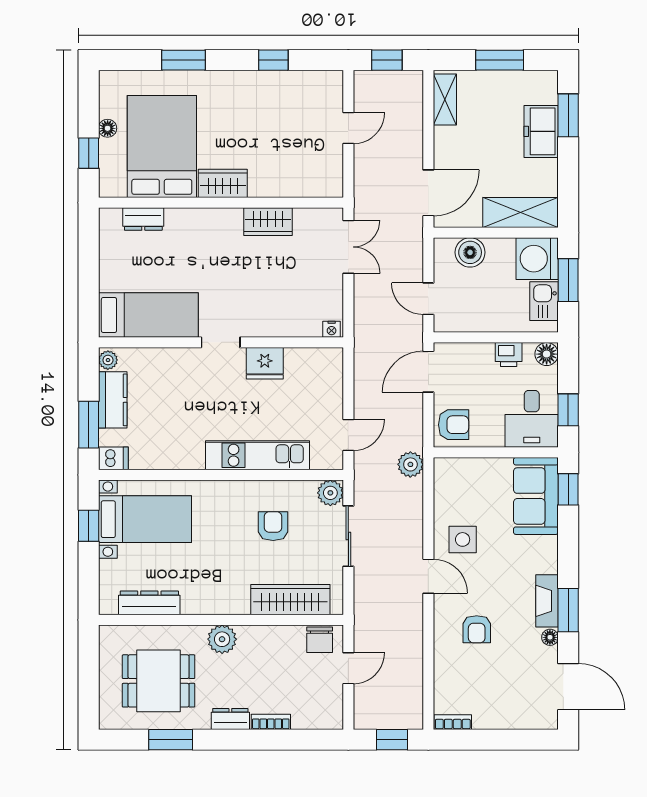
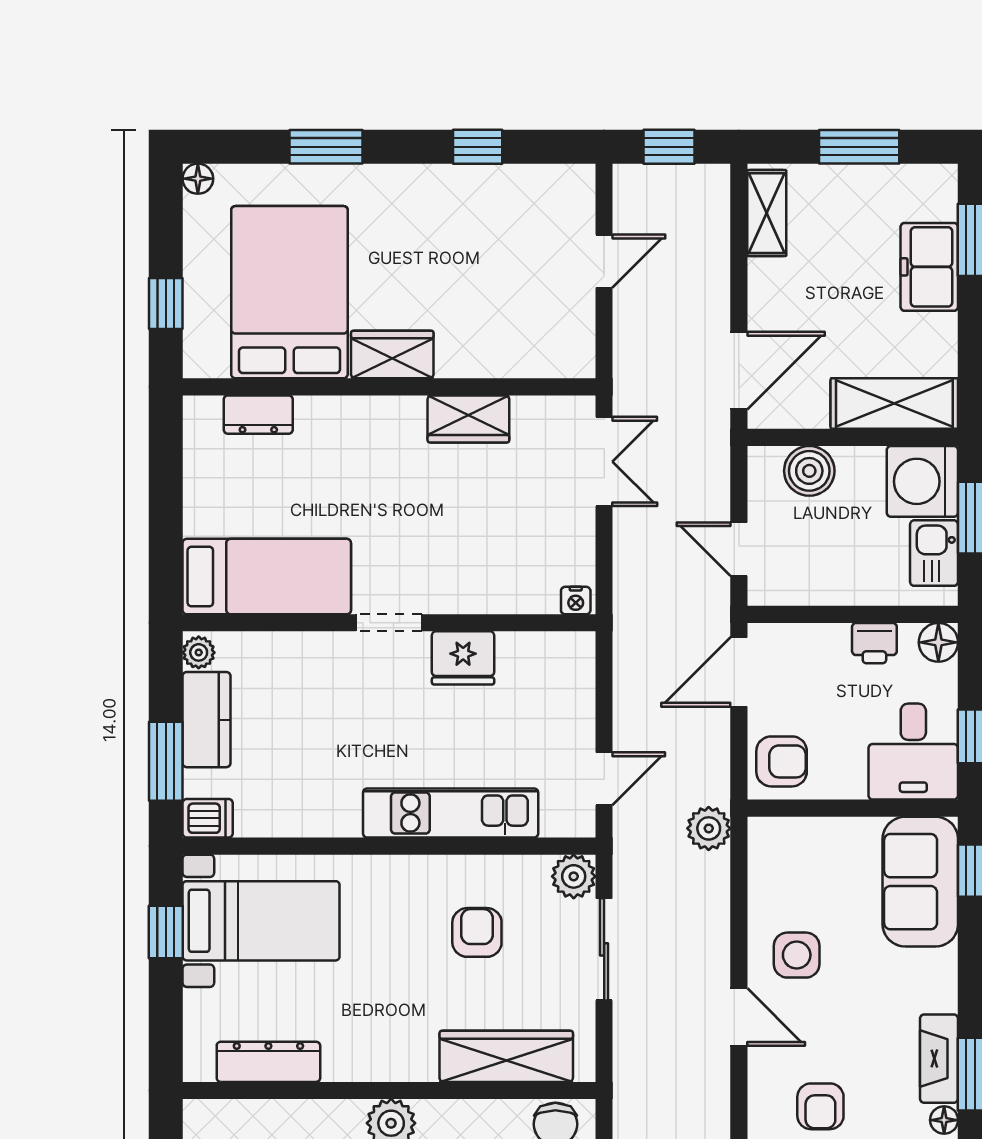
floor lamp: (108, 128) -> (198, 179), moved

